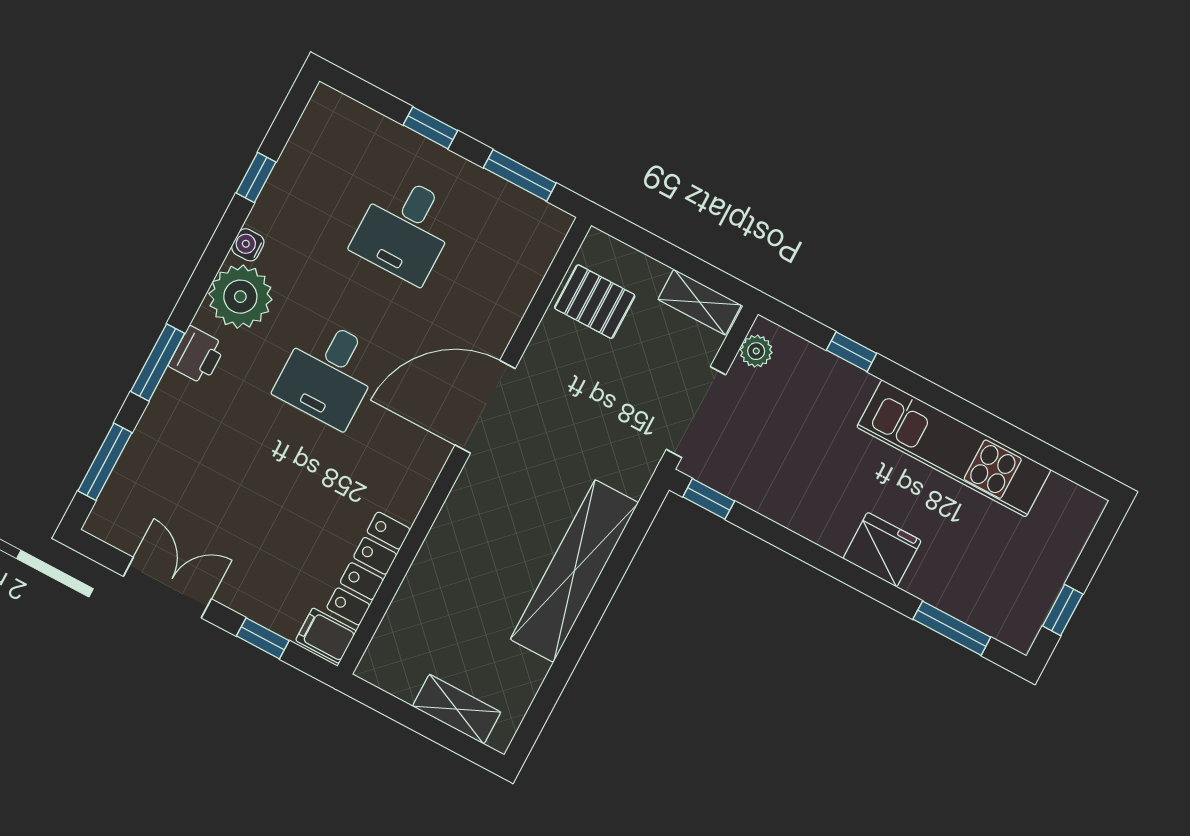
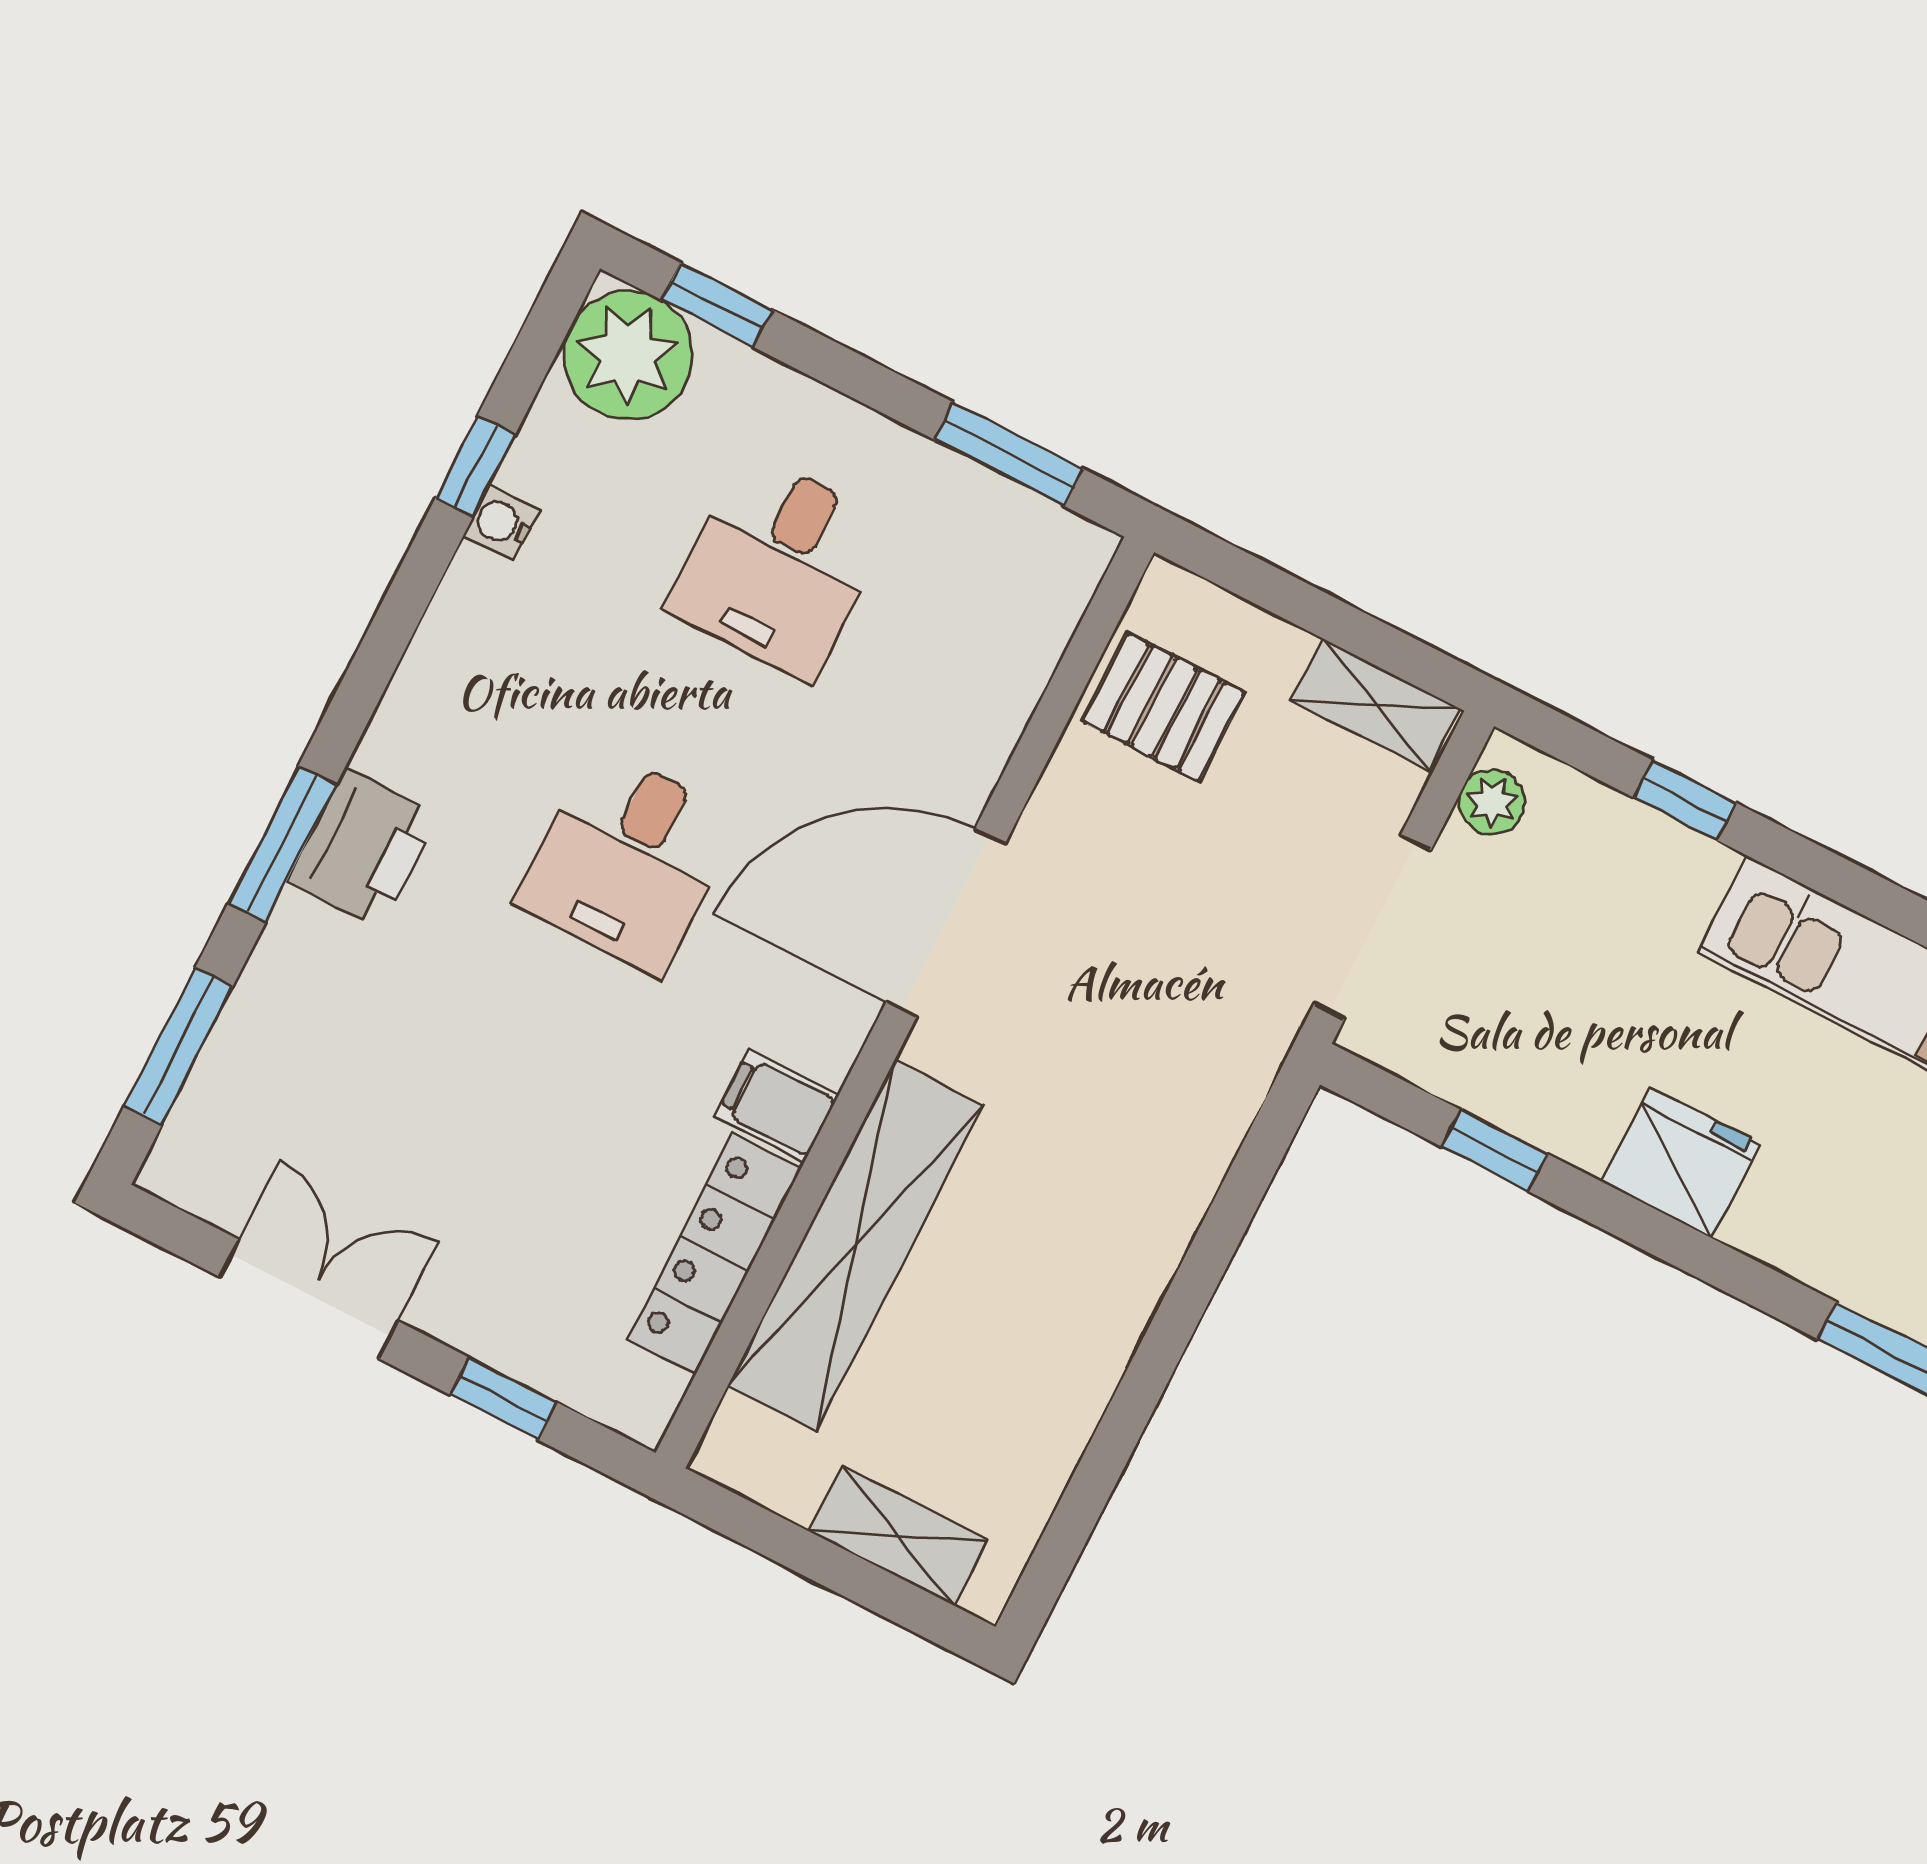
window: (430, 128) -> (717, 305), moved
water cooler: (248, 245) -> (502, 523), moved
plant: (240, 297) -> (628, 355), moved
printer: (197, 355) -> (363, 848), width x1.36, depth x1.24
window: (709, 499) -> (1495, 1150), moved
fridge: (882, 550) -> (1681, 1163), moved
shelving: (574, 571) -> (855, 1246), moved
filing cabinet: (326, 636) -> (777, 1106), moved

